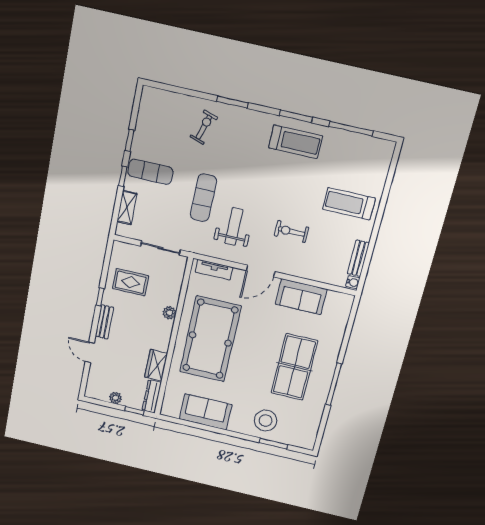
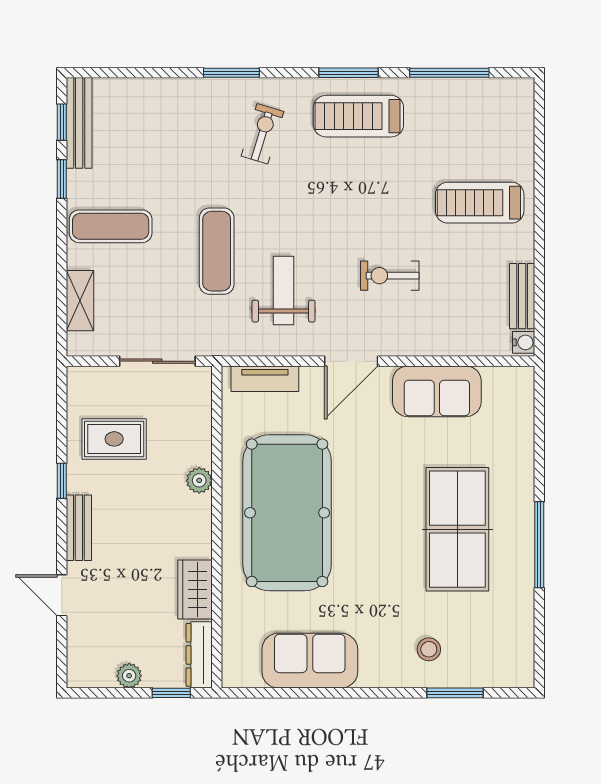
bench: (145, 112) -> (79, 123), added
exercise bike: (204, 127) -> (262, 134), moved
treadmill: (296, 142) -> (358, 116), turned 180
window: (123, 176) -> (62, 122), moved
stool: (266, 421) -> (429, 649), width x0.53, depth x0.53

